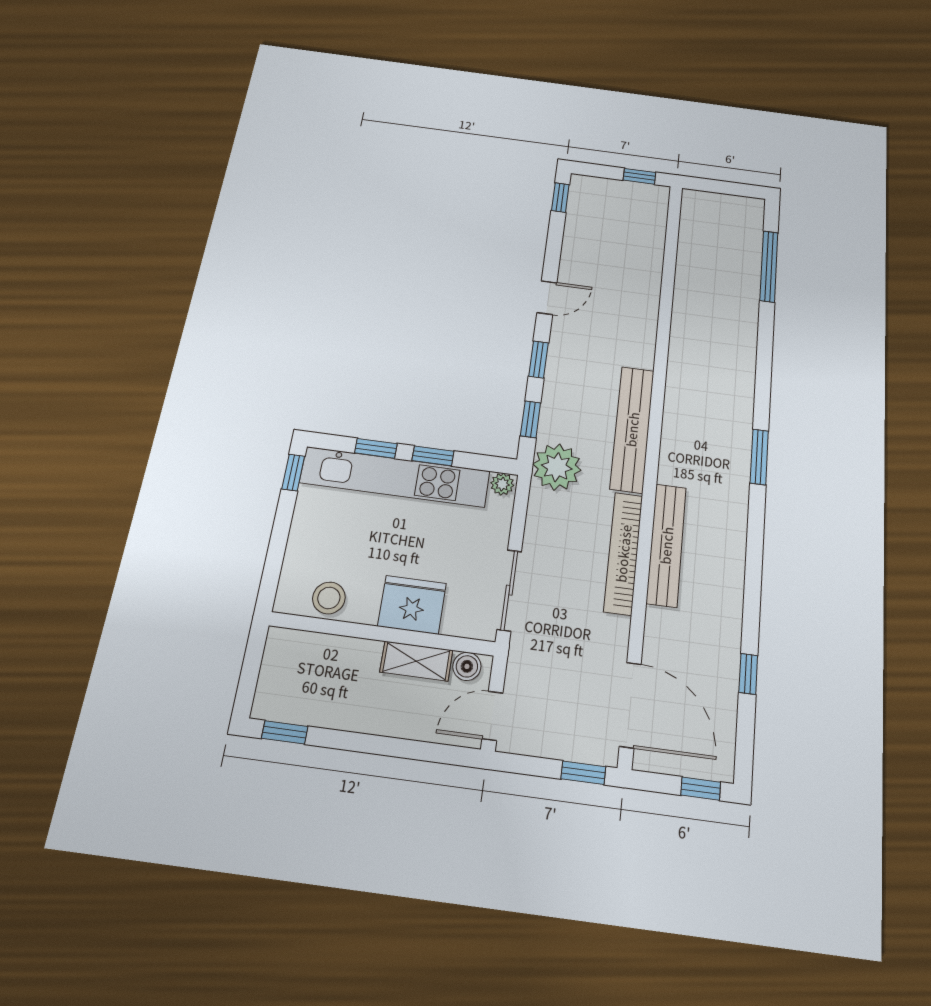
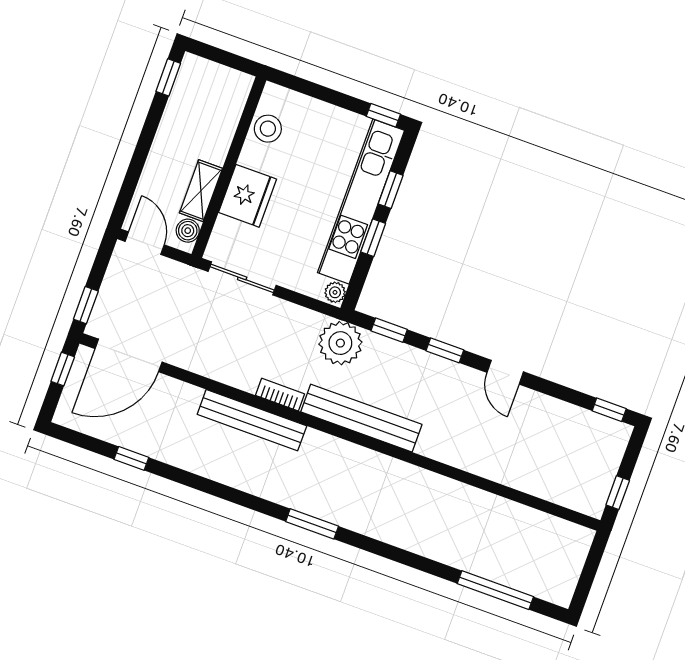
bookcase: (623, 553) -> (280, 395), width x0.43, depth x0.76
window: (701, 789) -> (63, 369), moved

